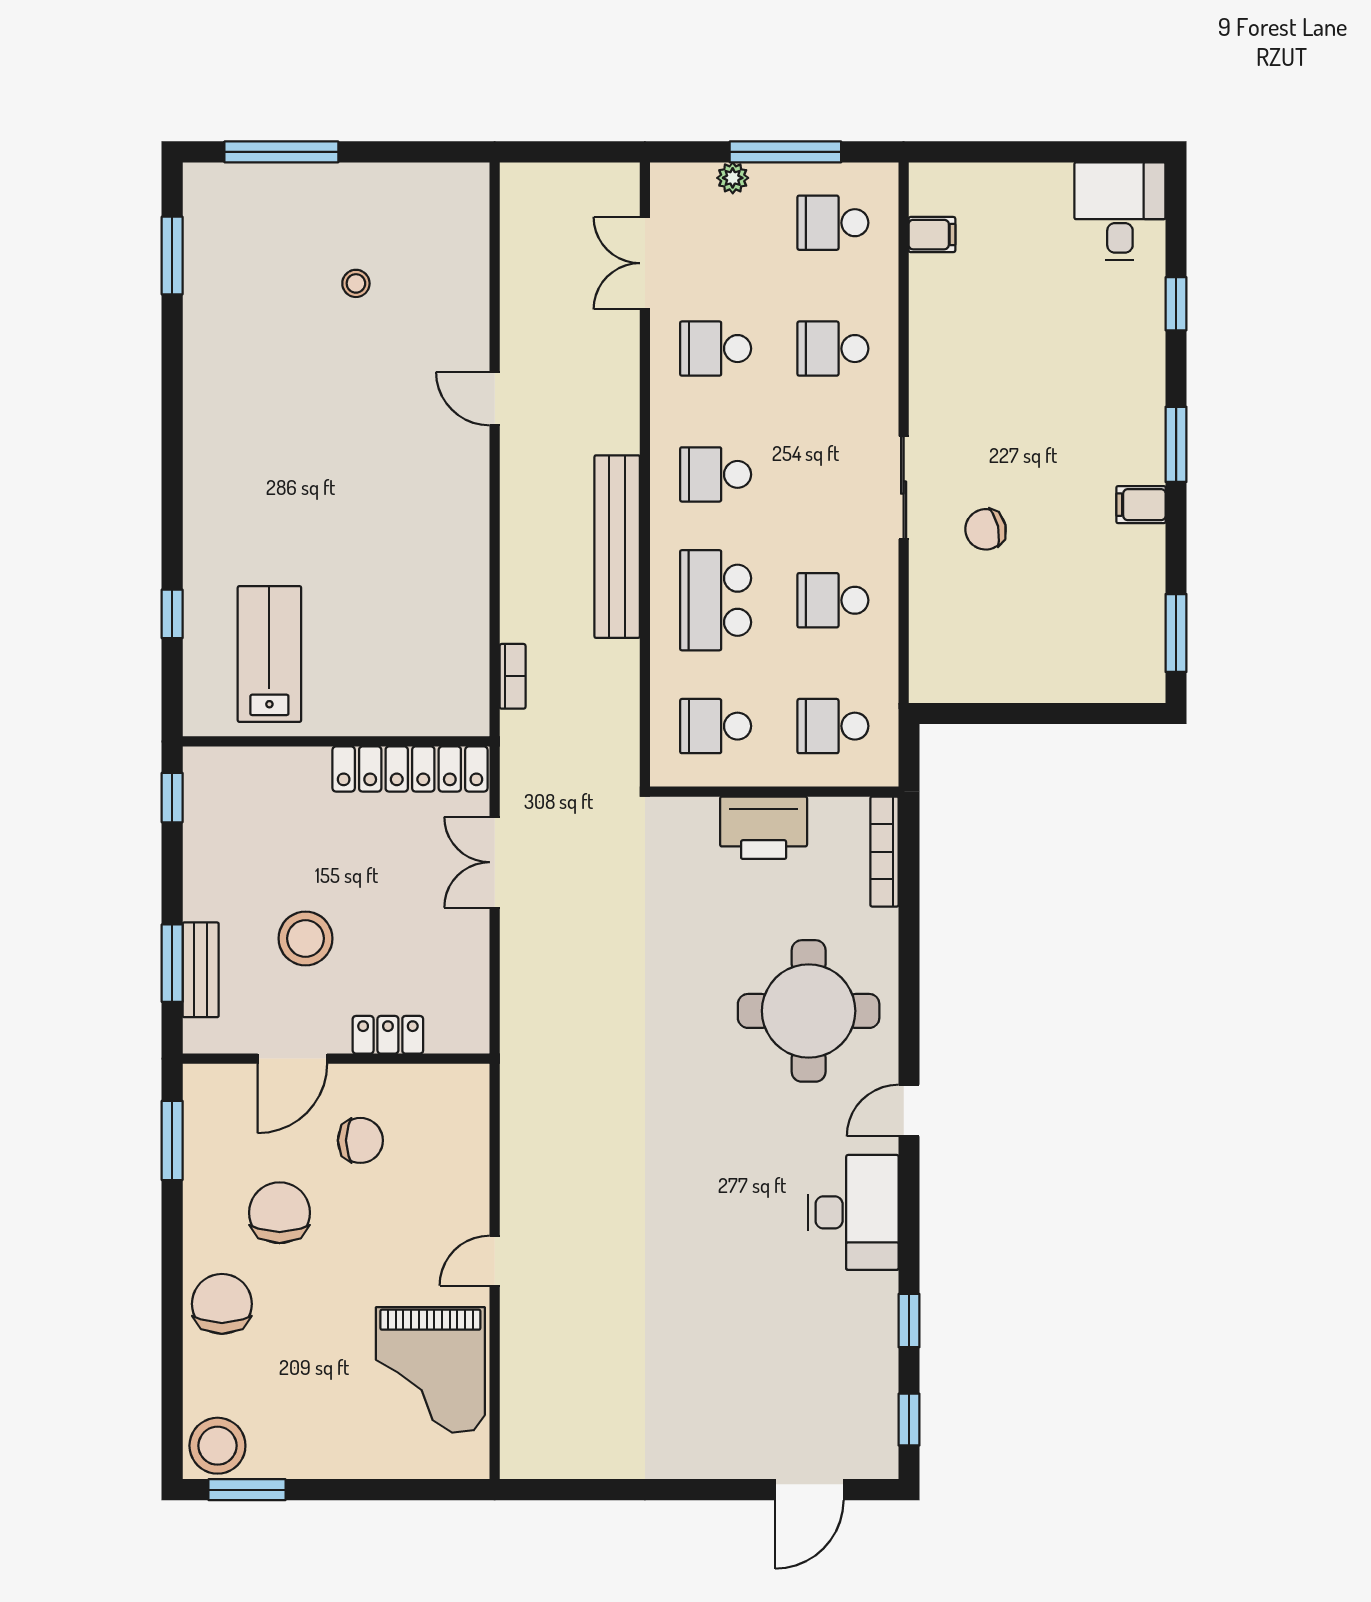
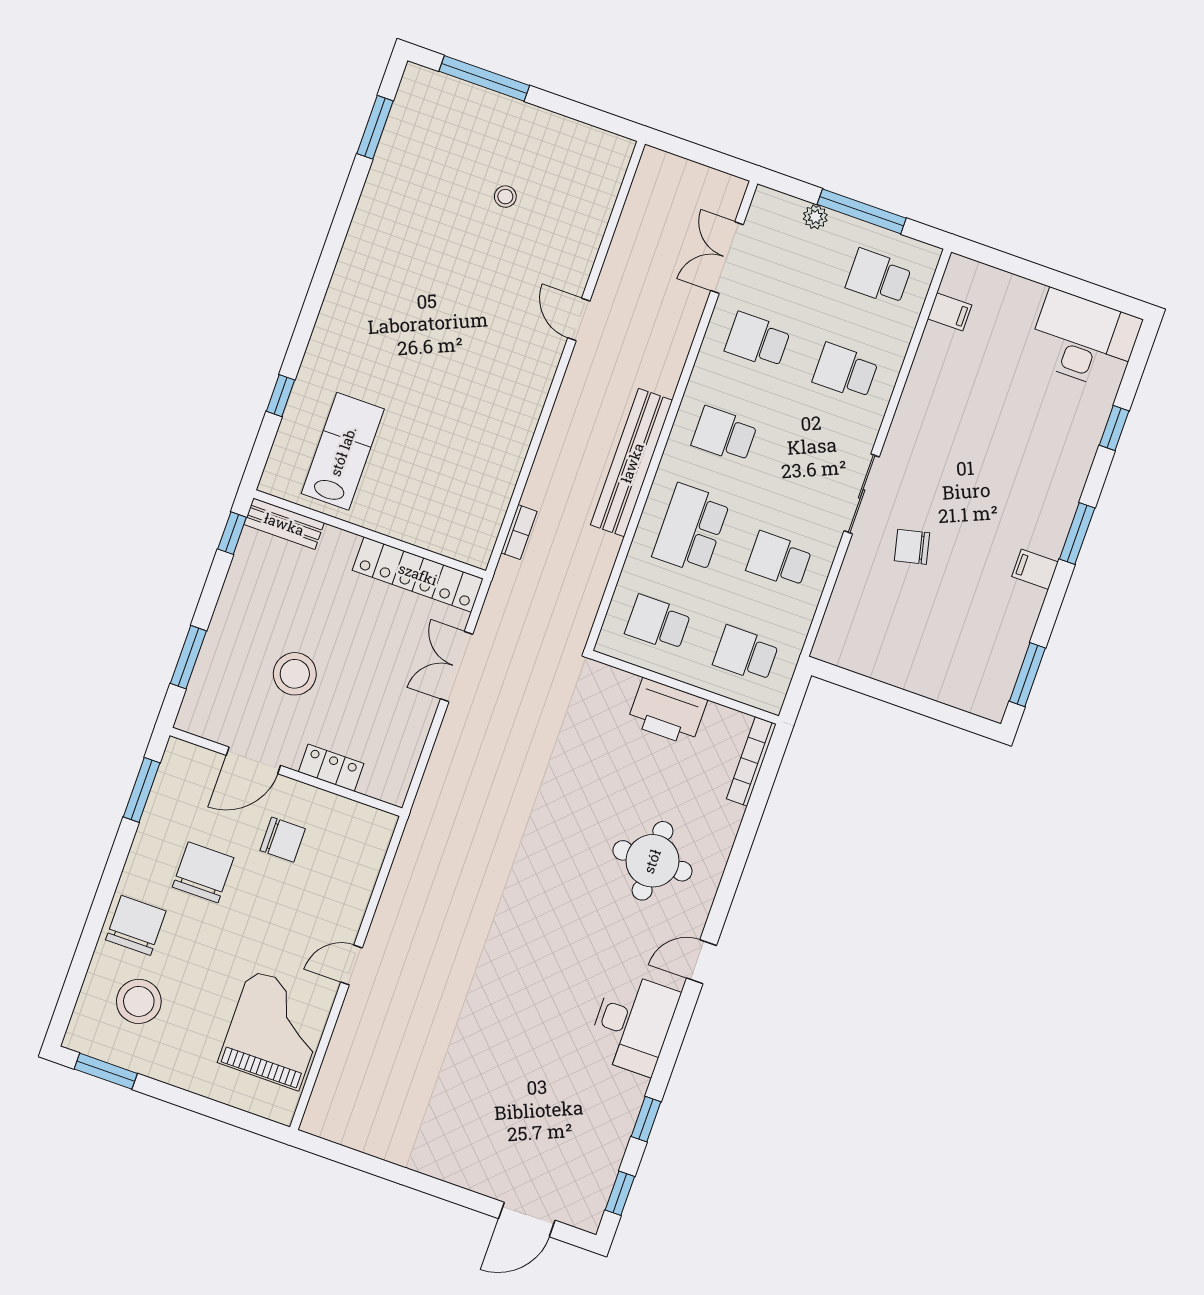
desk: (1120, 211) -> (1084, 340), width x1.37
bench: (201, 970) -> (284, 524), moved, turned 90
round table: (809, 1011) -> (652, 861), width x0.73, depth x0.73
grand piano: (430, 1370) -> (275, 1030), turned 180
stool: (217, 1446) -> (139, 1001), moved

